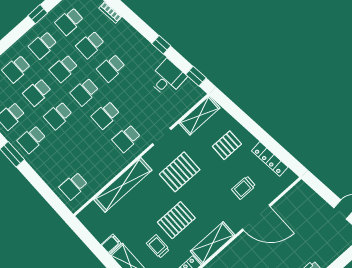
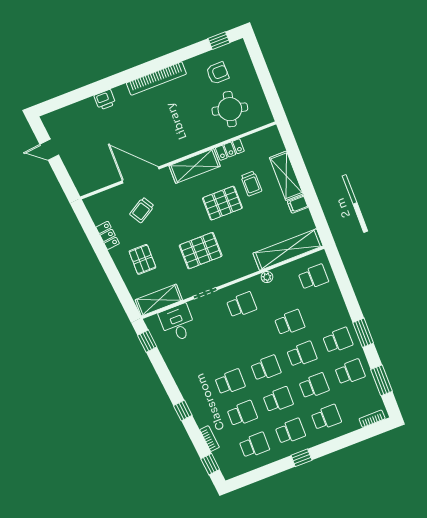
window: (38, 14) -> (301, 458), moved
window: (161, 45) -> (183, 411), moved
desk: (167, 78) -> (178, 323), moved, turned 96
school desk: (106, 115) -> (290, 323), moved
pallet: (227, 145) -> (142, 259), turned 90
locker: (270, 159) -> (108, 235), width x0.66
plant: (114, 171) -> (267, 277), added
shelving: (123, 185) -> (288, 250), moved
trolley: (244, 188) -> (142, 210), turned 149

